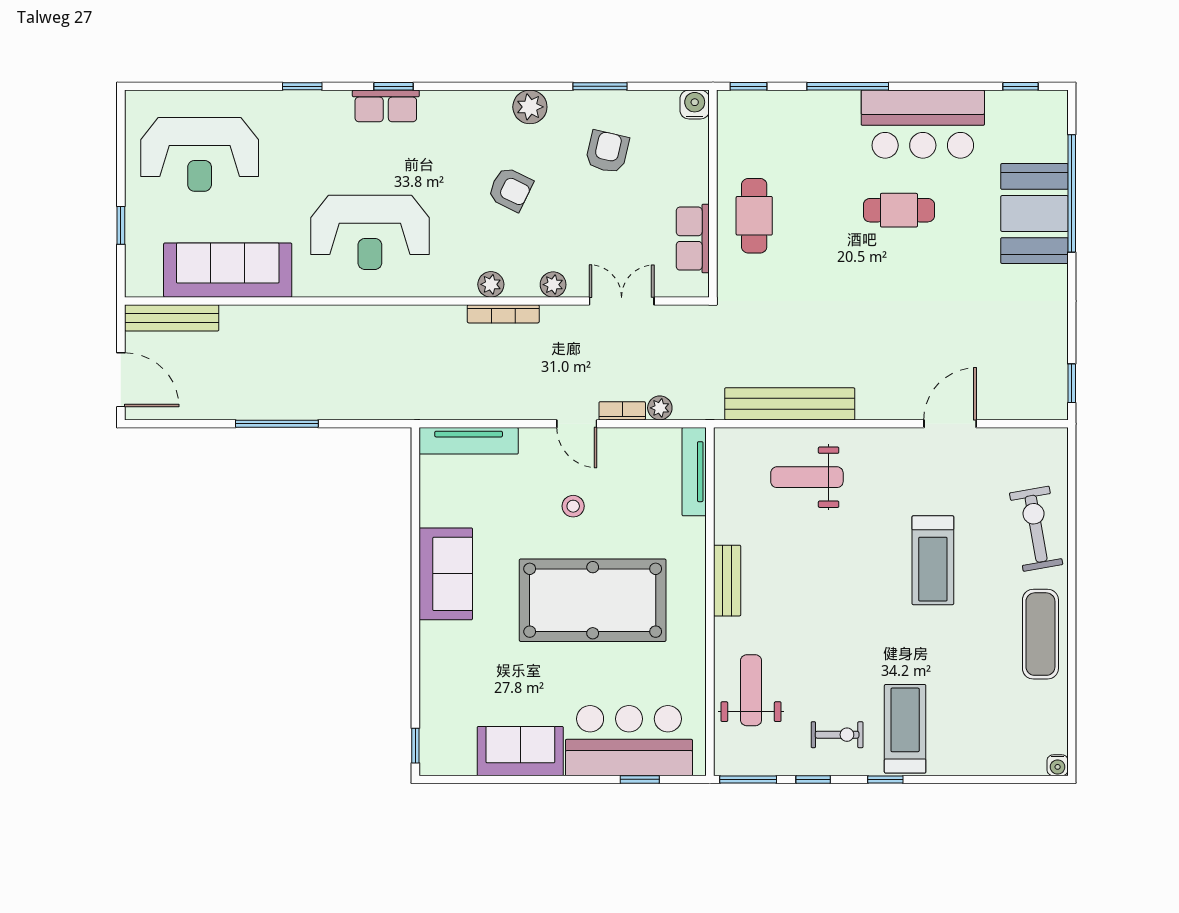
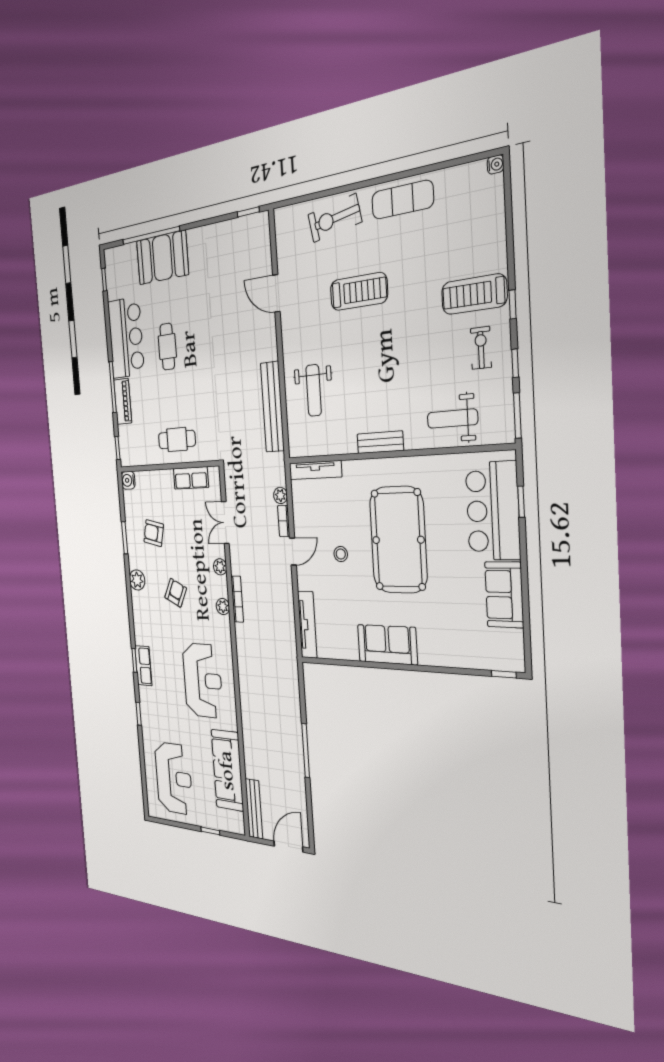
piano: (823, 106) -> (123, 401), added

